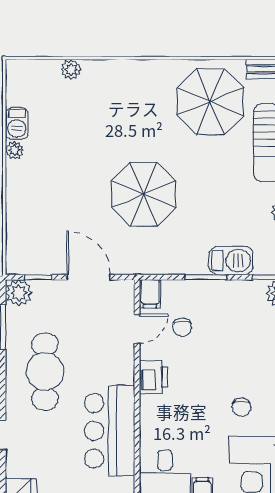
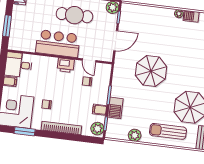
filing cabinet: (150, 294) -> (99, 110), moved
bar counter: (110, 431) -> (58, 44), moved

